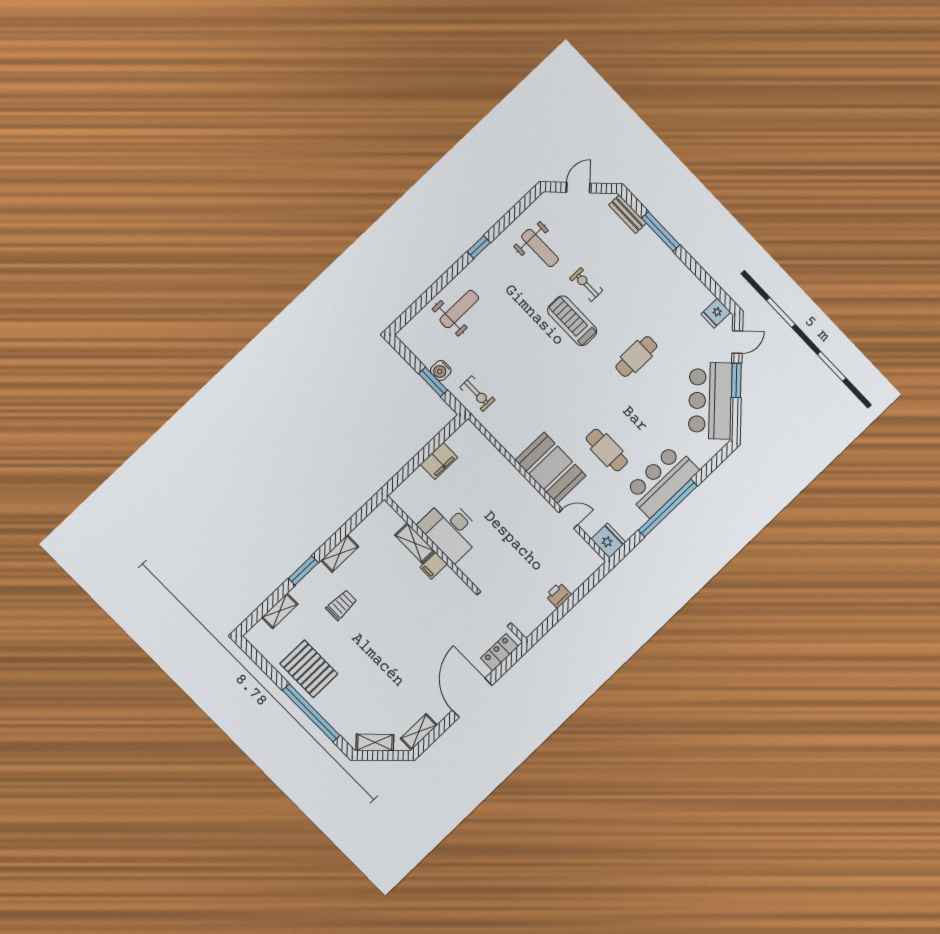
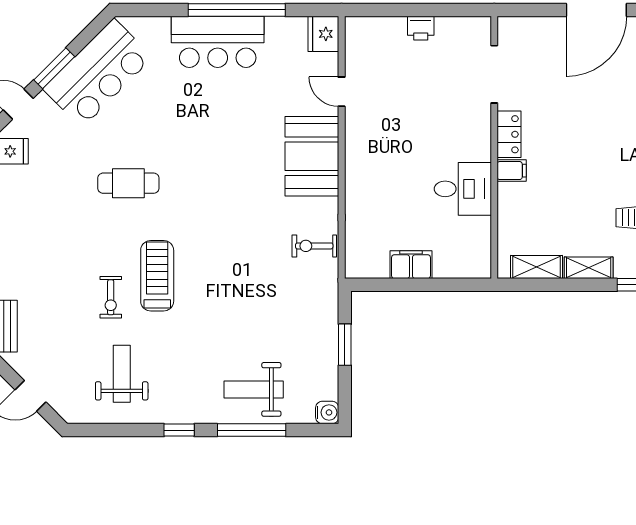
window: (439, 285) -> (252, 430), added
treadmill: (572, 321) -> (157, 276), turned 180
water cooler: (441, 371) -> (327, 412), moved
exercise bike: (477, 394) -> (314, 246), moved, turned -90
cafe table: (607, 450) -> (242, 121), removed
desk: (451, 530) -> (463, 189), width x0.73
shelving: (415, 543) -> (536, 267), moved, turned 90
locker: (500, 652) -> (509, 134), moved, turned -90

